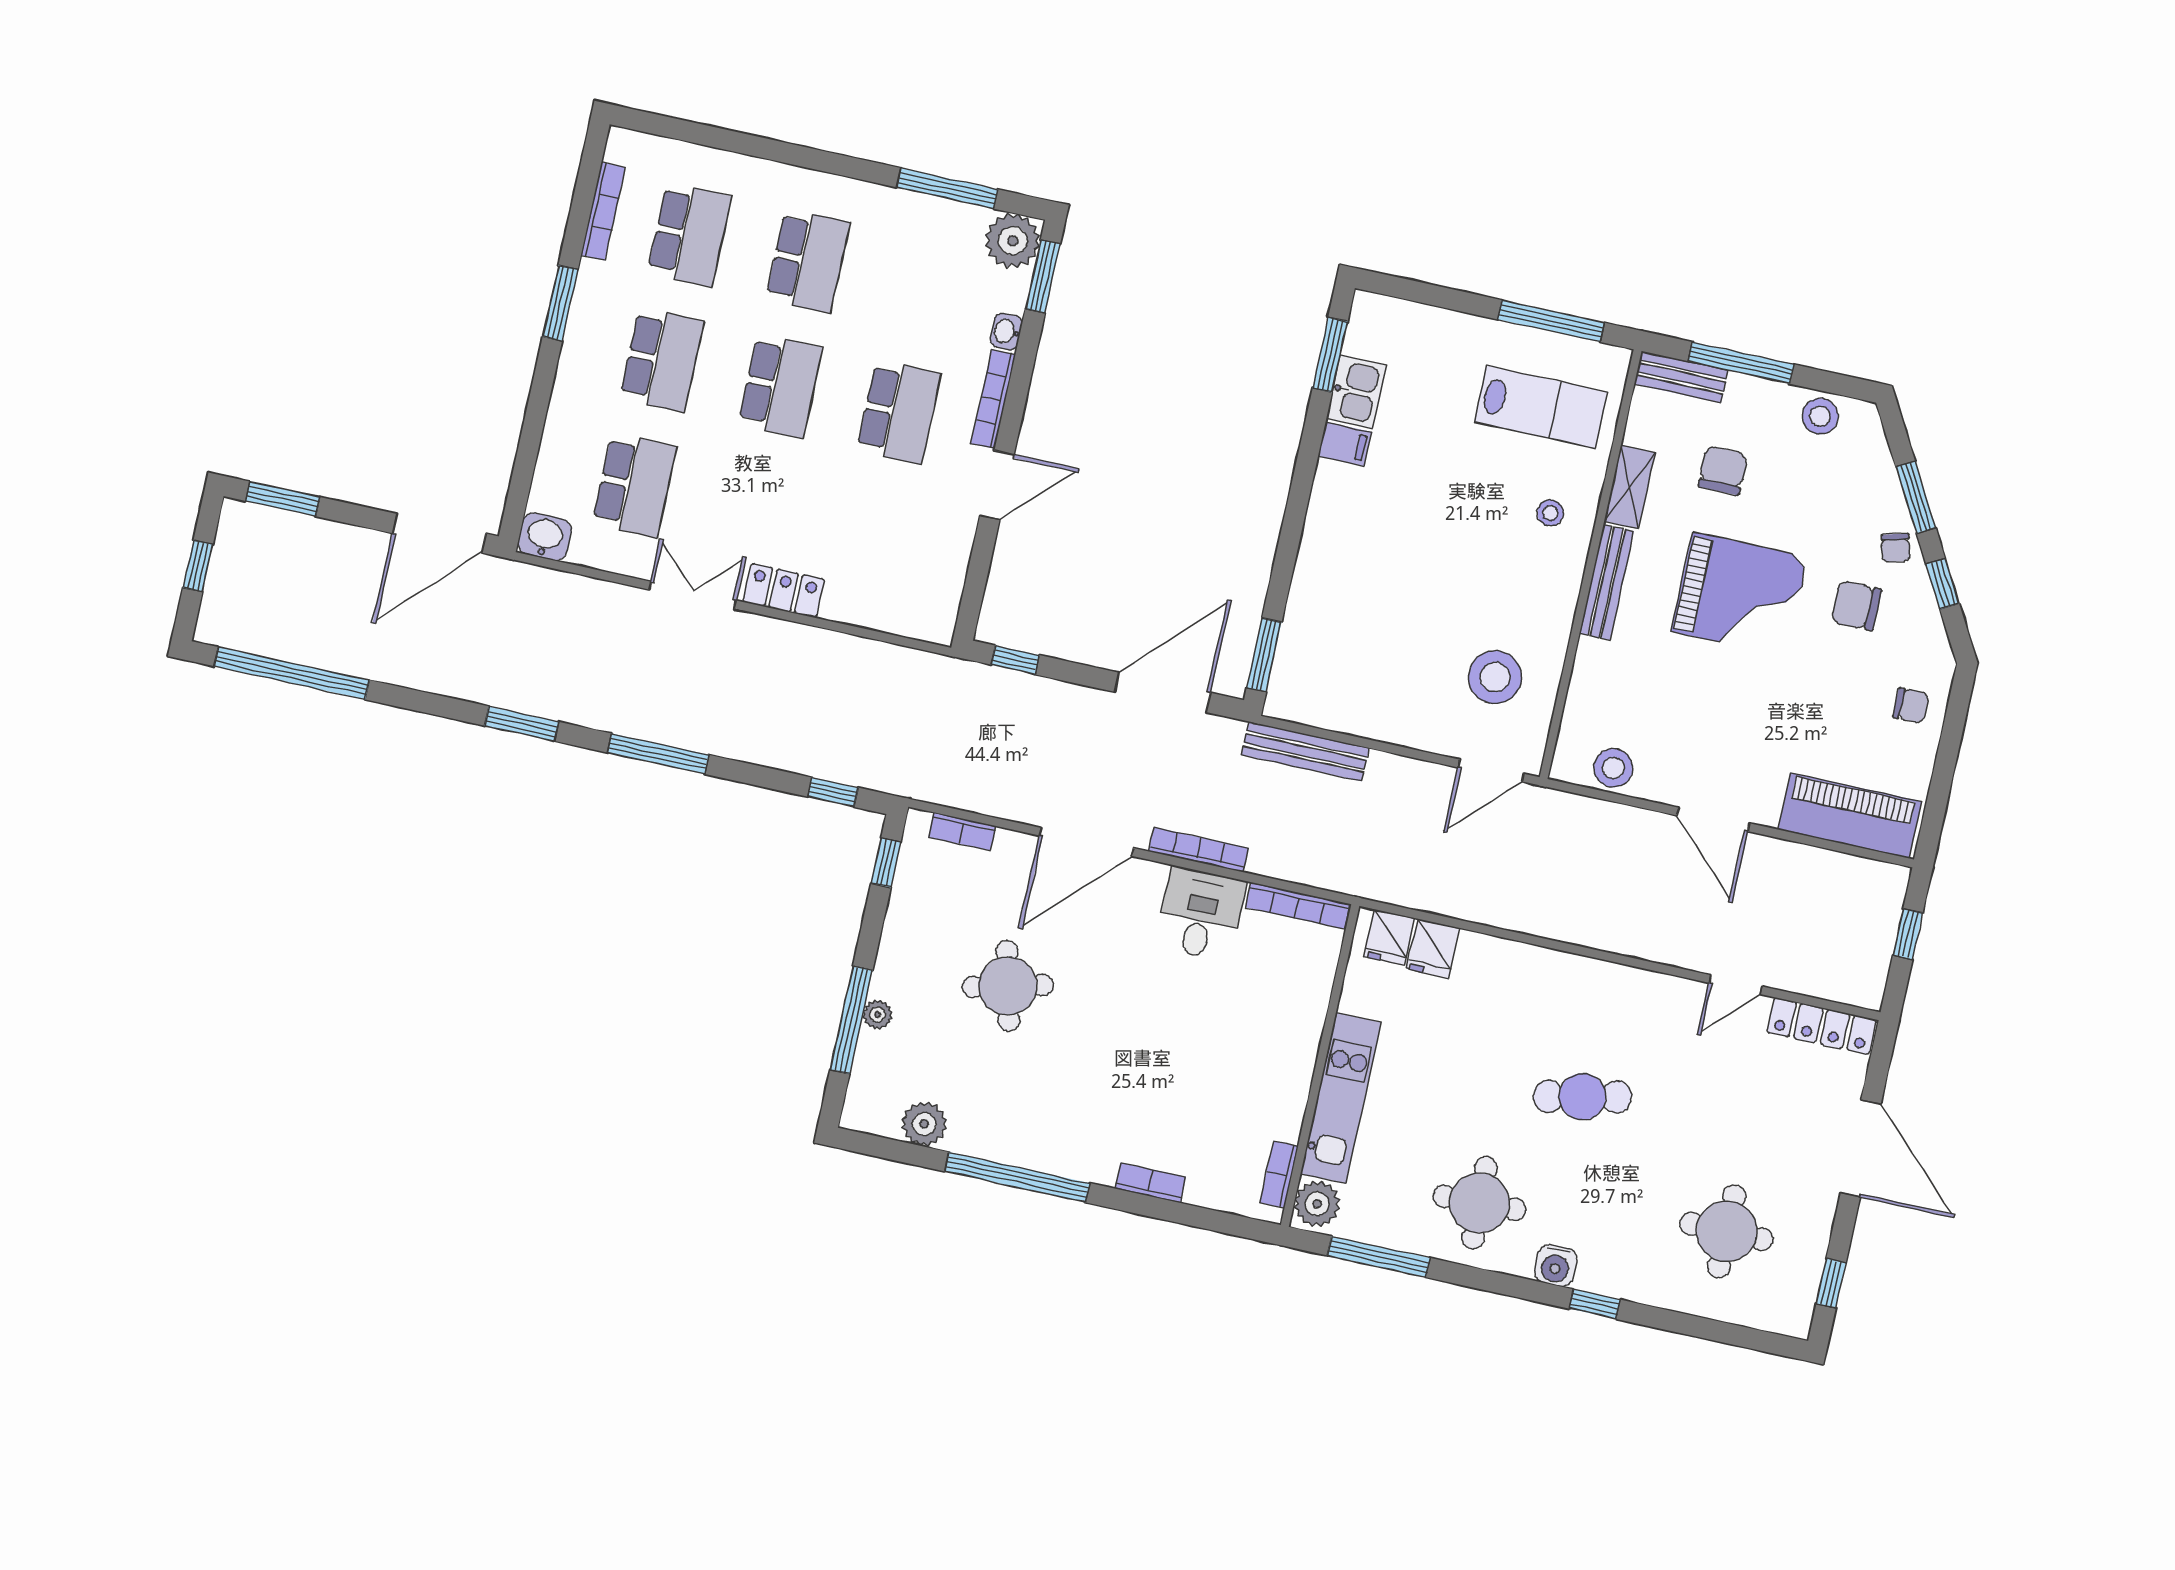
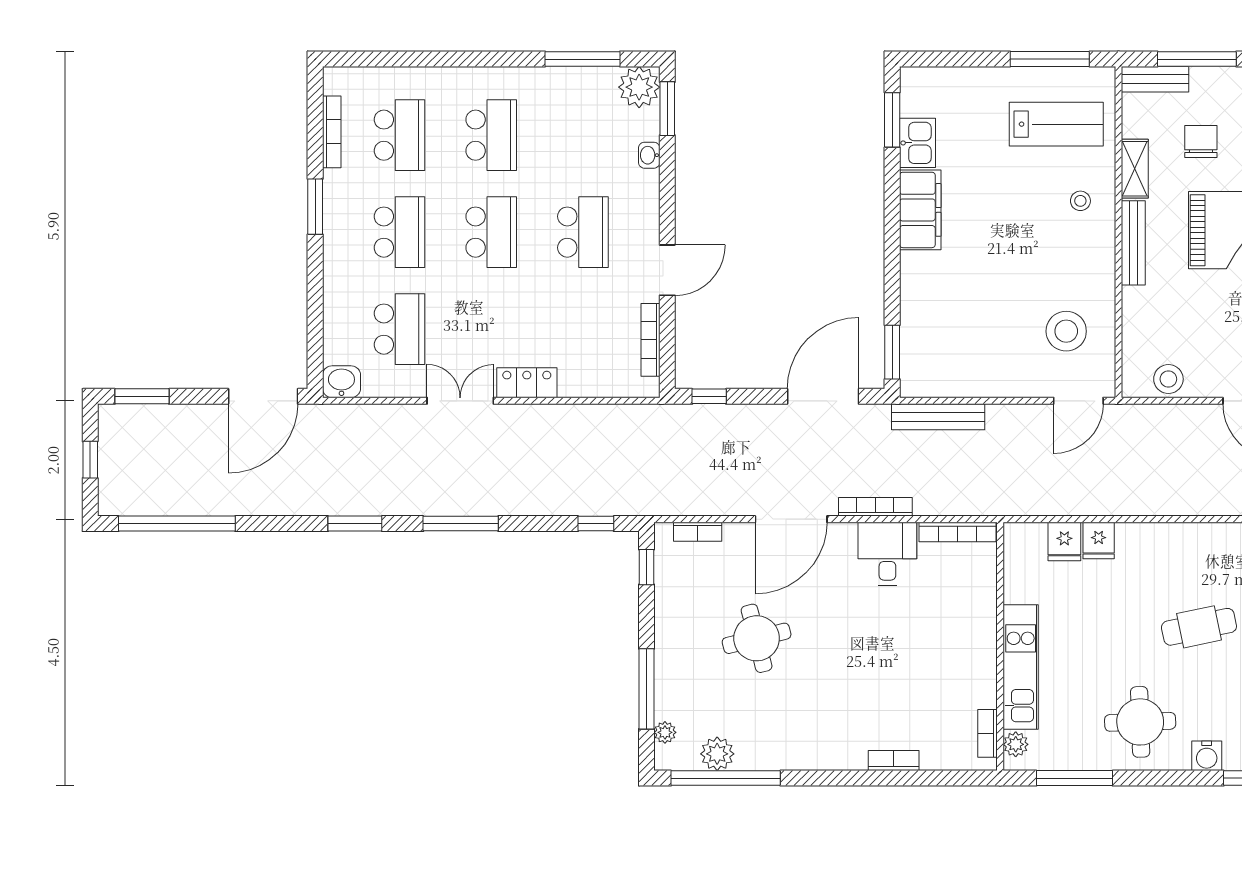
bookcase: (993, 399) -> (650, 340), moved
filing cabinet: (1345, 444) -> (920, 210), width x3.00, depth x1.17
fridge: (1389, 937) -> (1099, 541), moved
plant: (878, 1015) -> (665, 732), moved
window: (1017, 1177) -> (726, 778), moved
plant: (1317, 1204) -> (1016, 744), width x0.73, depth x0.73

